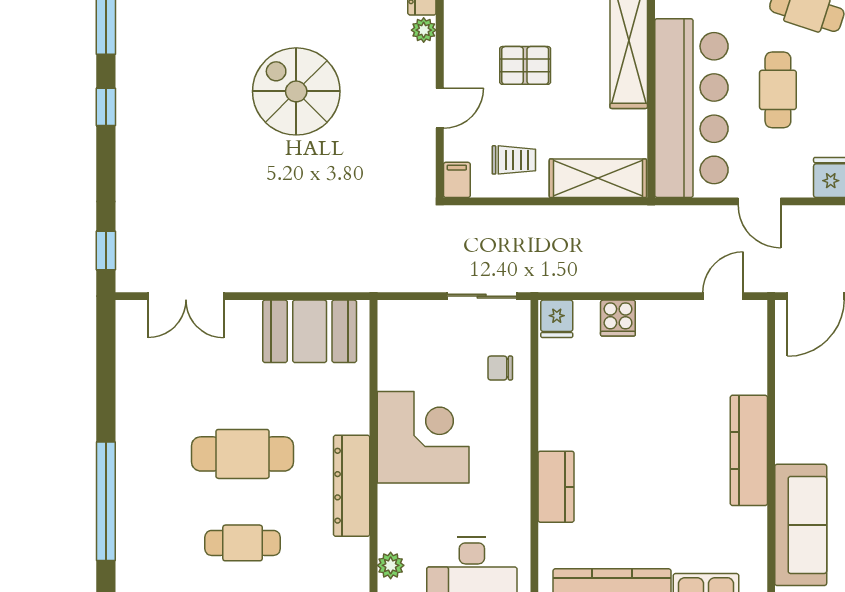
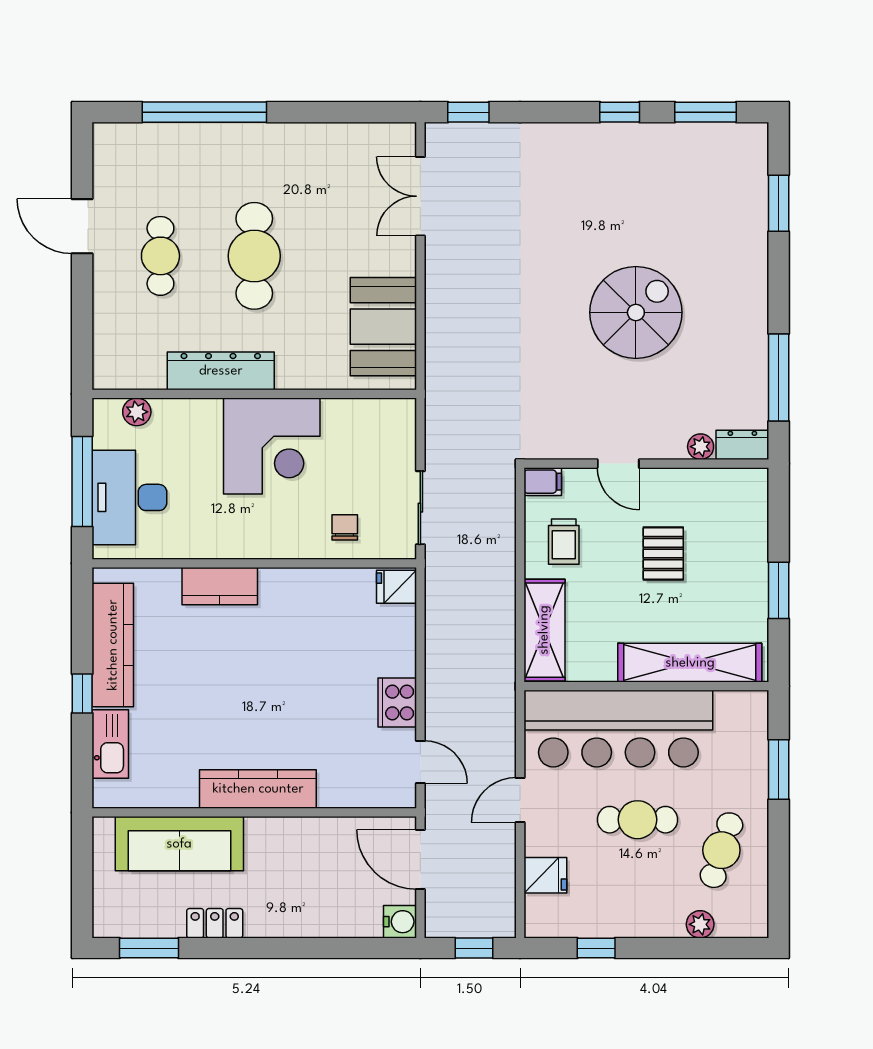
cooker: (618, 318) -> (397, 703), moved, width x1.36

